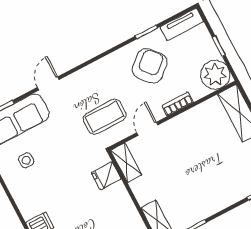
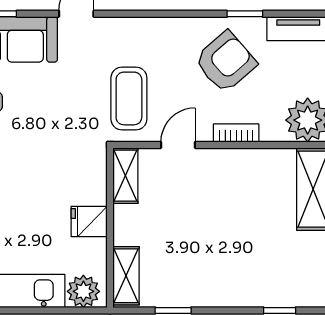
coffee table: (105, 117) -> (129, 98), turned 90
fridge: (106, 176) -> (89, 221), moved

